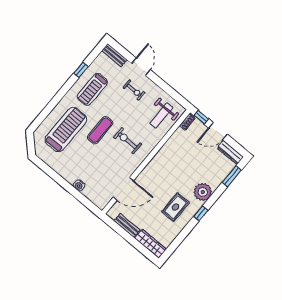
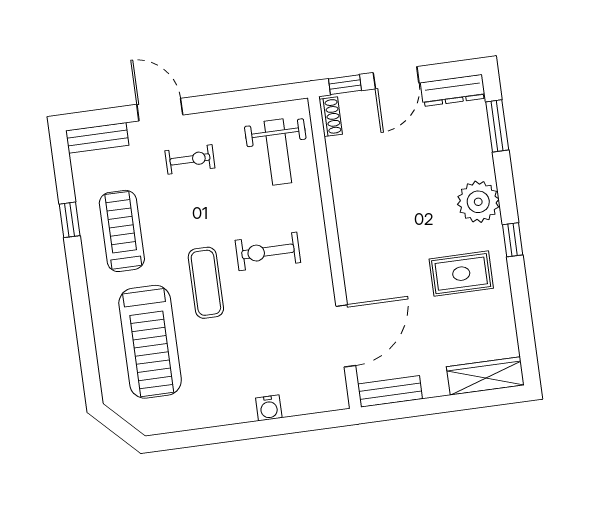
treadmill: (92, 89) -> (122, 231), turned 180
treadmill: (66, 130) -> (150, 342), turned 180
rug: (176, 207) -> (461, 274), turned 90
bench: (127, 225) -> (390, 391), moved

